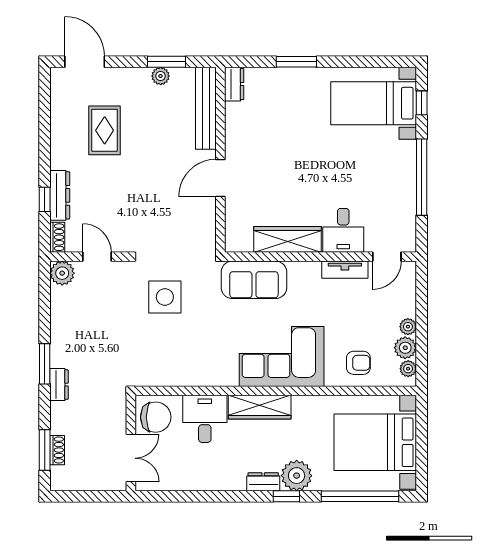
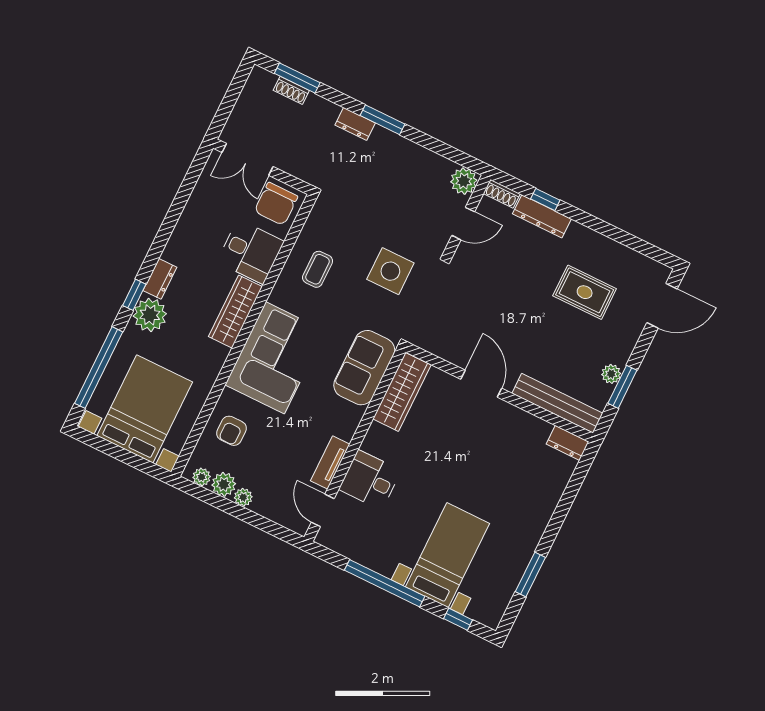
window: (296, 62) -> (530, 575), moved
bed with nightstands: (374, 103) -> (448, 555), moved
wardrobe: (287, 239) -> (402, 392), moved
coffee table: (192, 357) -> (318, 269), added

